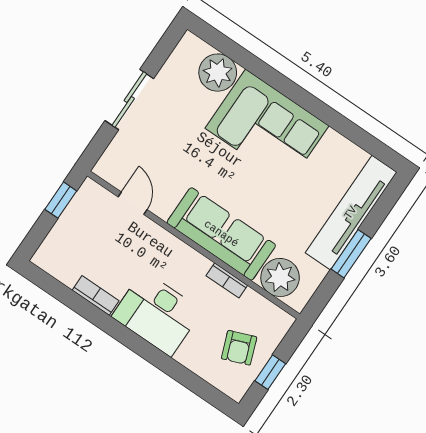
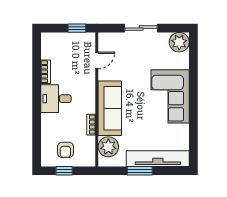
plant: (218, 73) -> (179, 42), moved
desk: (157, 314) -> (56, 99), width x0.73
armchair: (239, 348) -> (65, 150), turned -69

